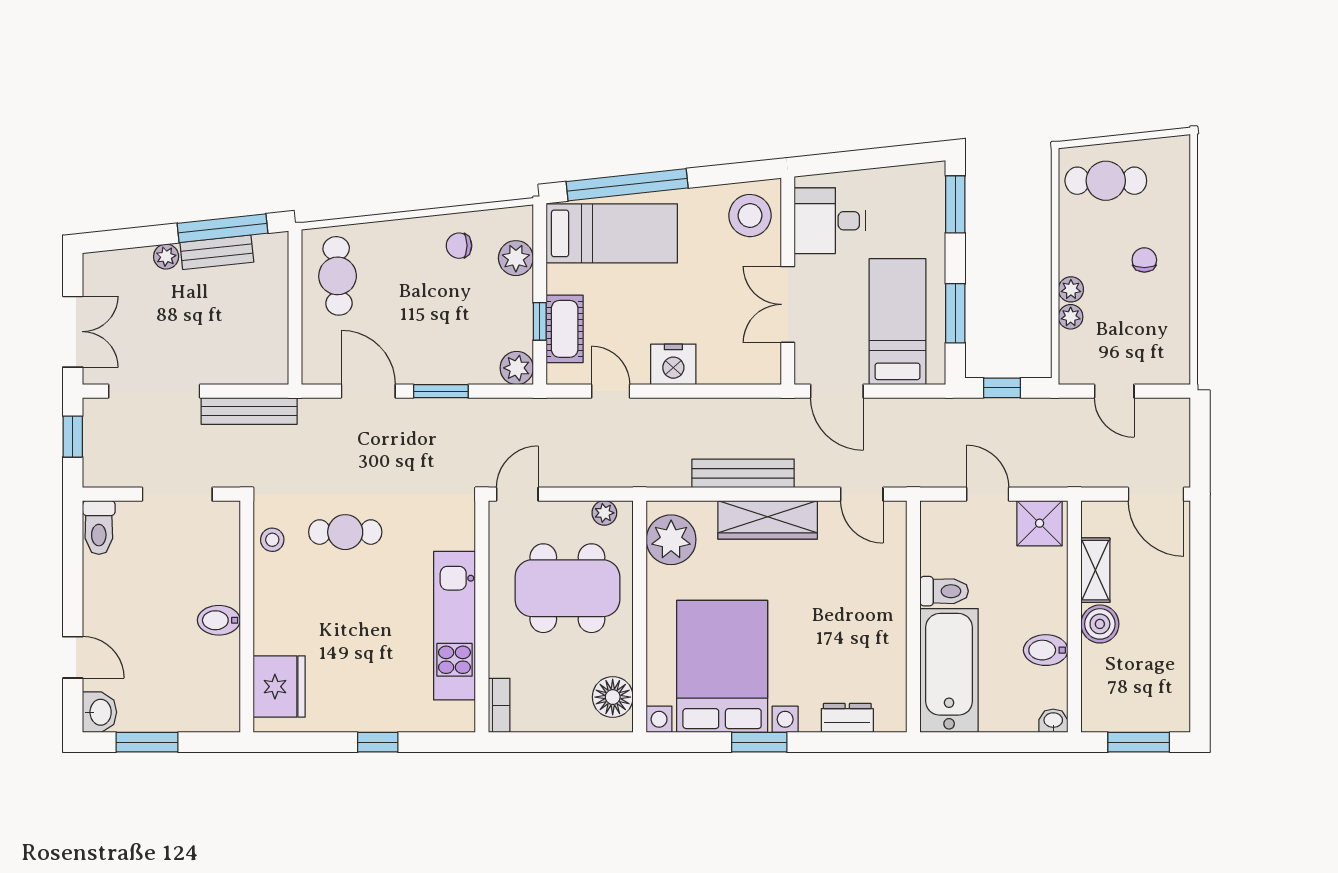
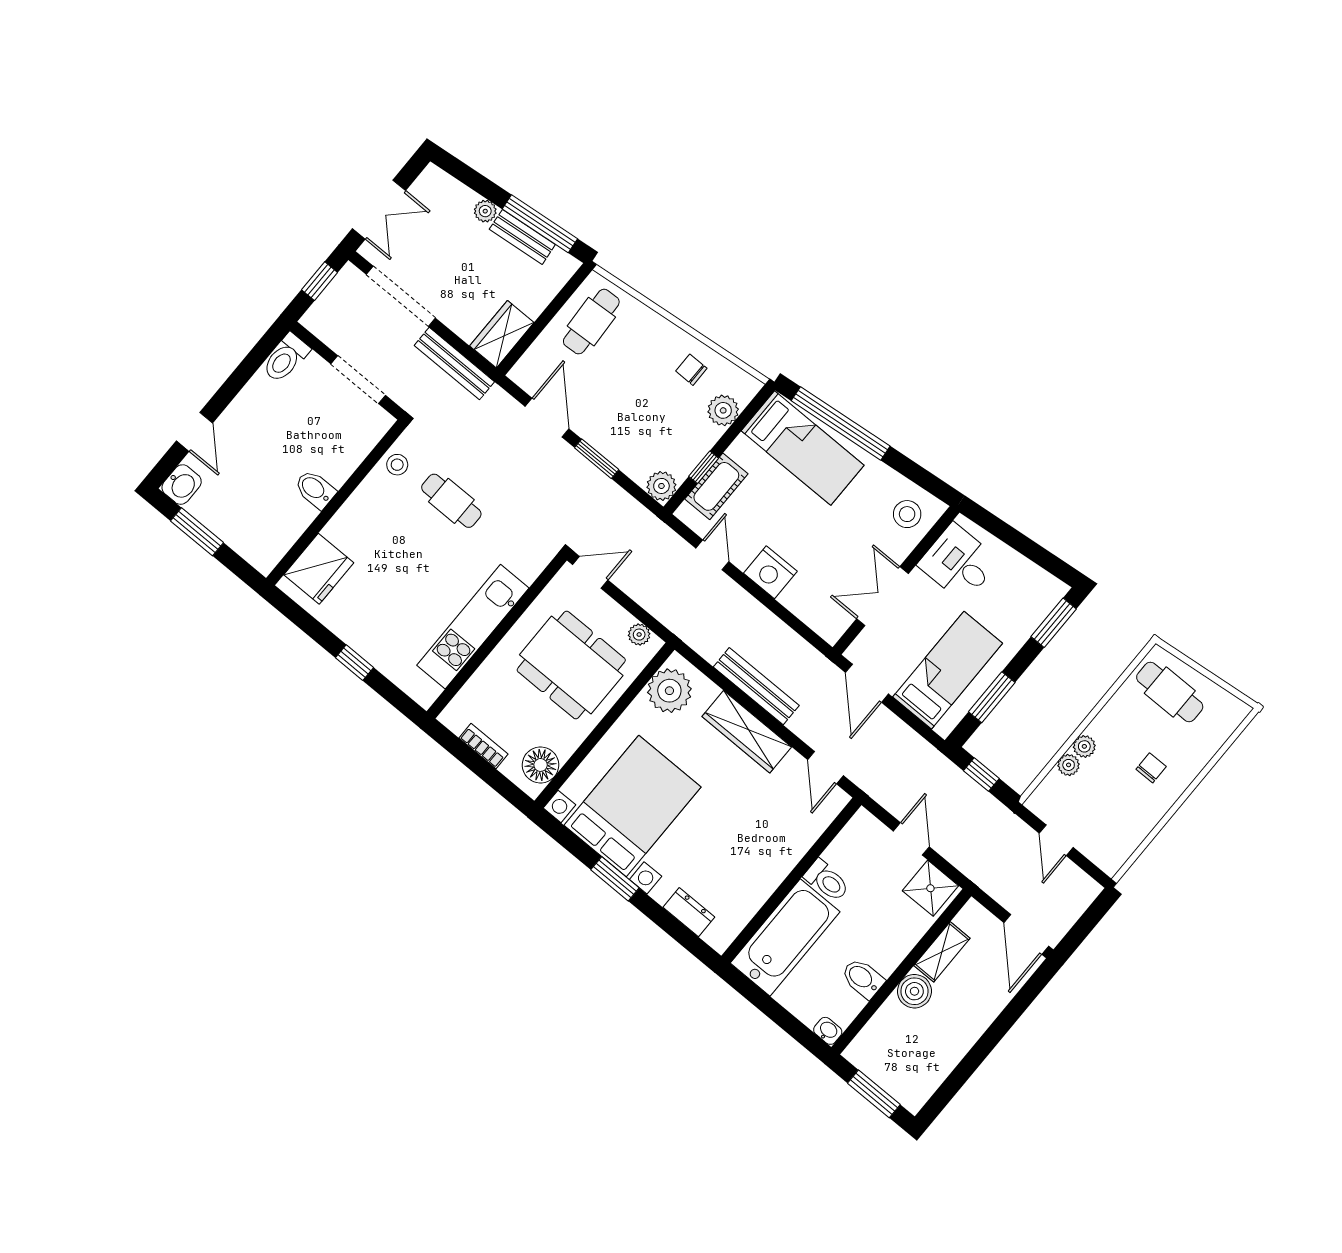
stool: (750, 216) -> (907, 514), width x0.73, depth x0.73
wardrobe: (269, 351) -> (502, 334), added
bookcase: (499, 705) -> (483, 746), moved, turned -90

